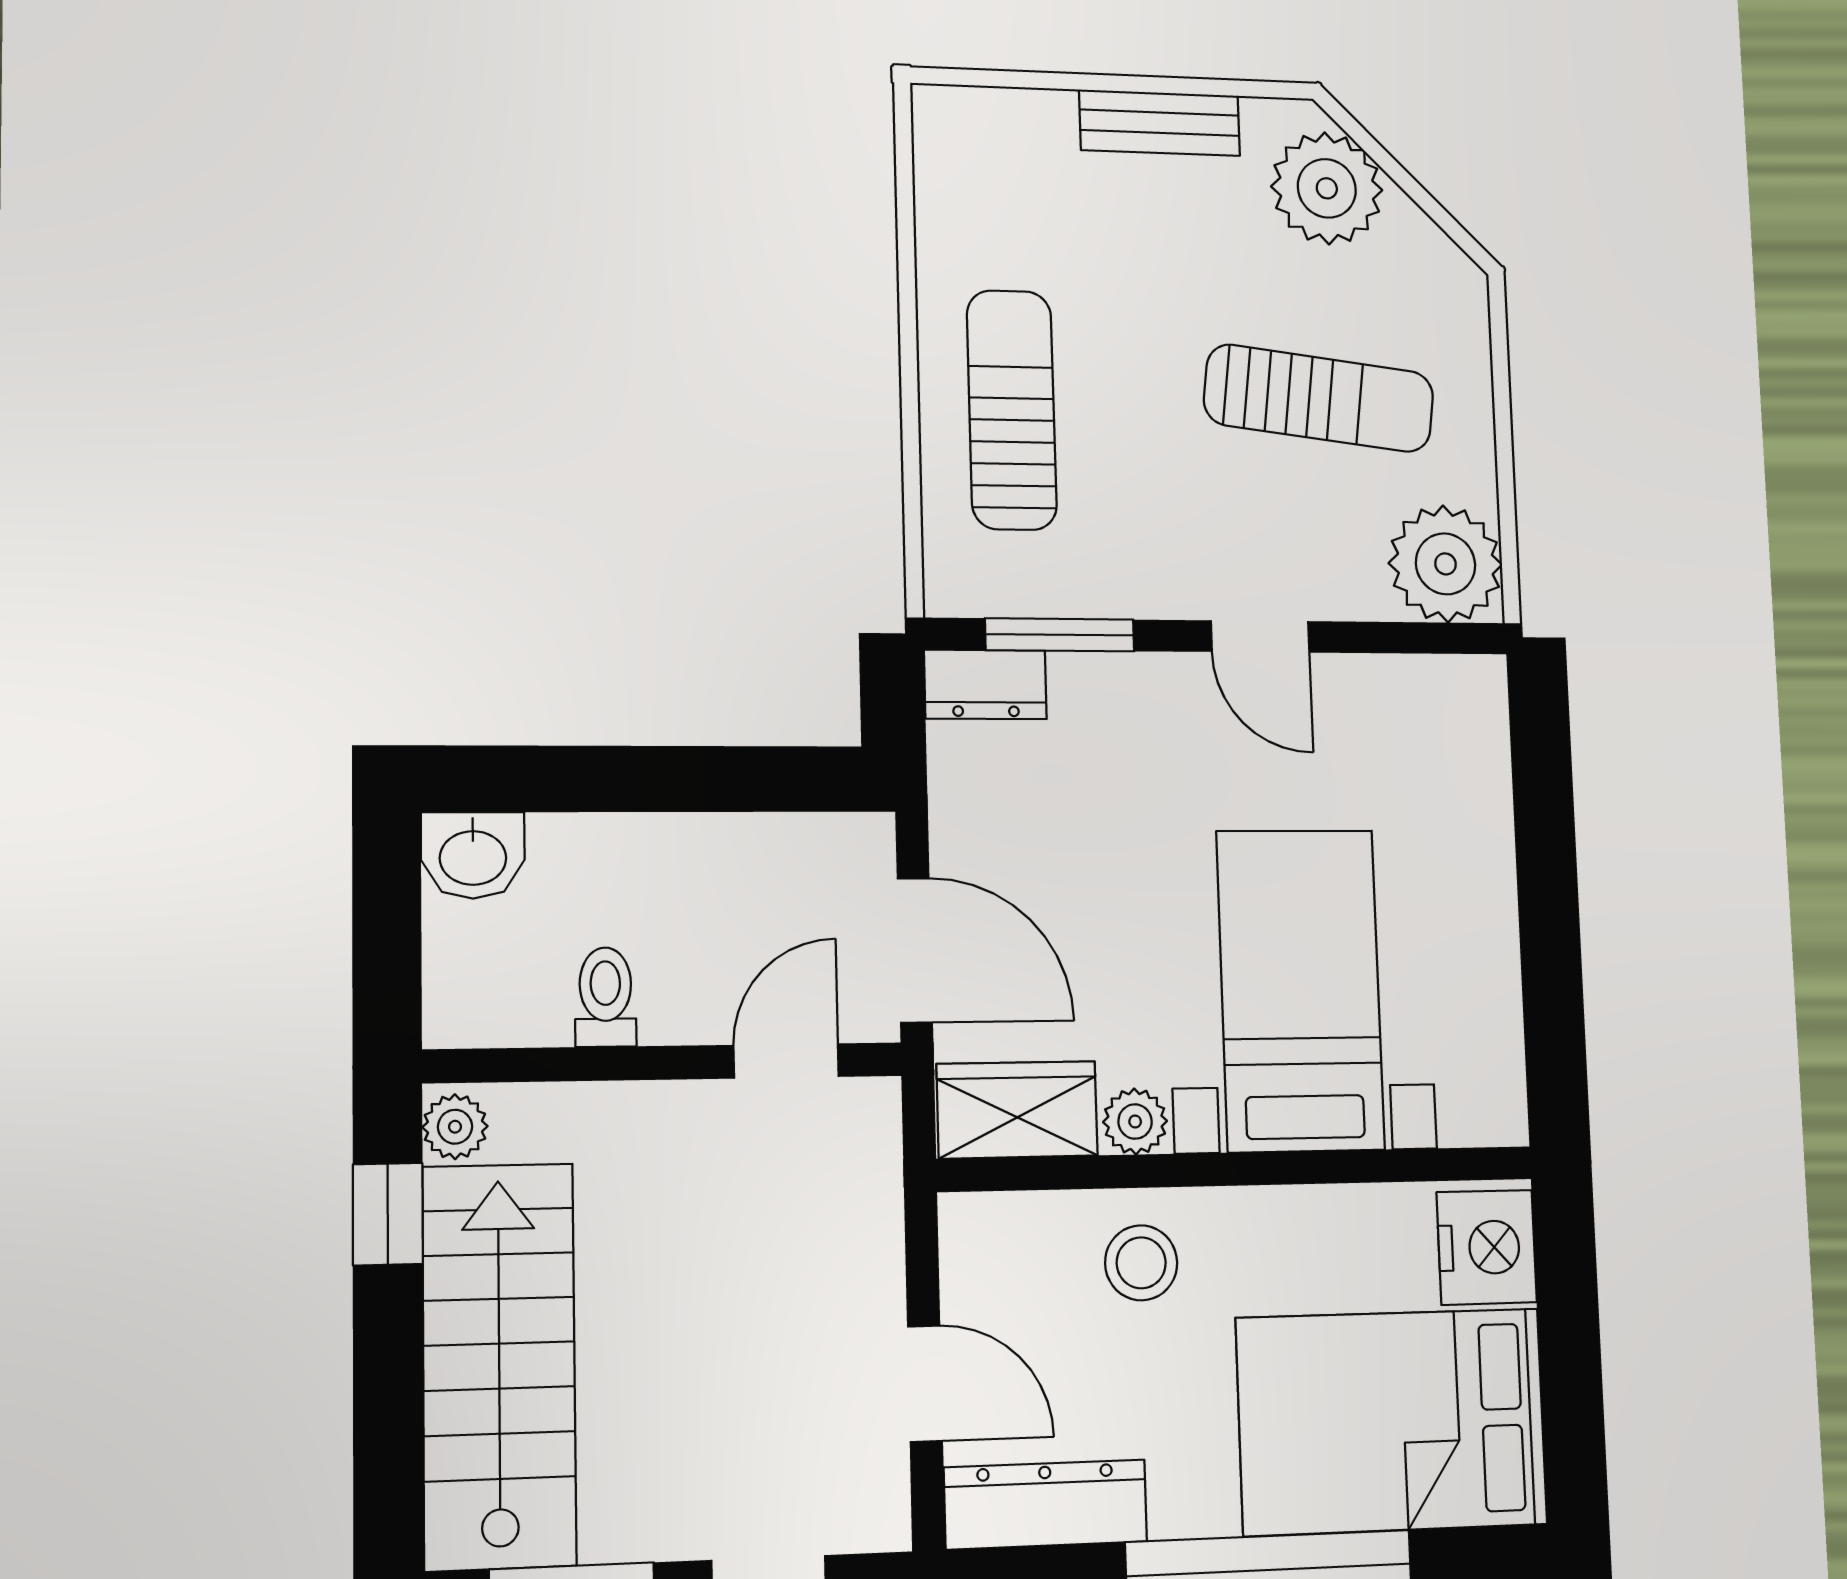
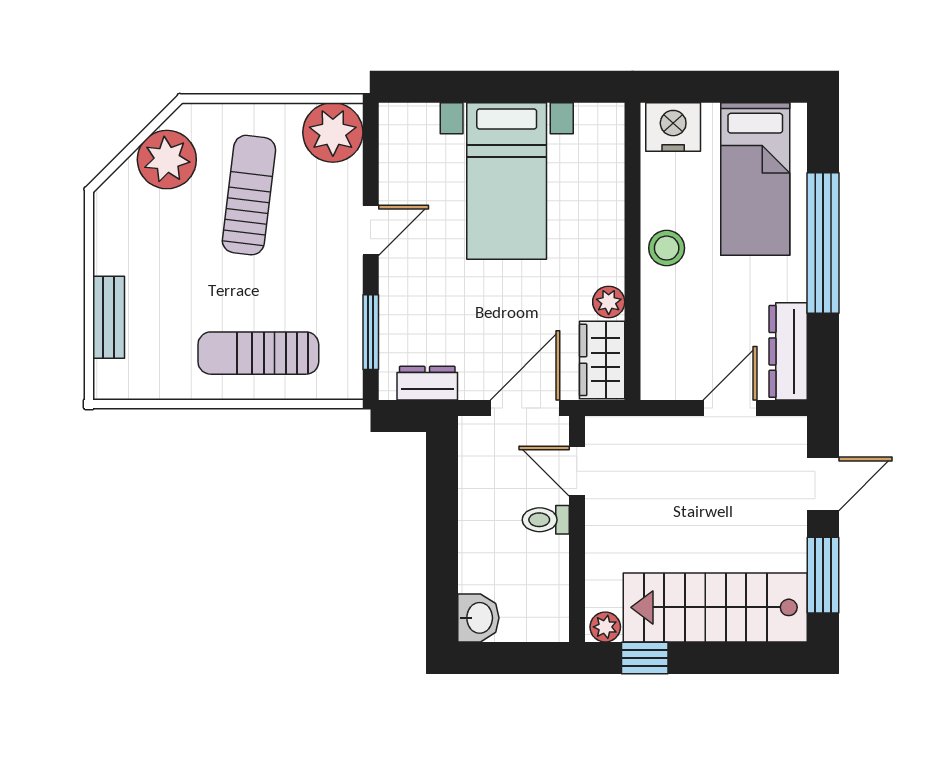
bench: (1160, 123) -> (109, 317), moved
plant: (1327, 188) -> (167, 160), moved
dresser: (985, 684) -> (427, 383), moved, turned -90
bed with nightstands: (1300, 990) -> (507, 181), moved, turned -90
toilet: (605, 997) -> (546, 520), moved
stool: (1141, 1263) -> (667, 248), moved
bed: (1392, 1421) -> (755, 179), width x0.67

